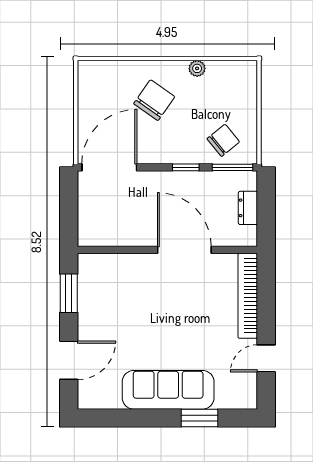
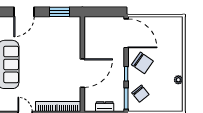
chair: (154, 100) -> (142, 63), moved
door: (69, 360) -> (24, 12), hinge flipped

